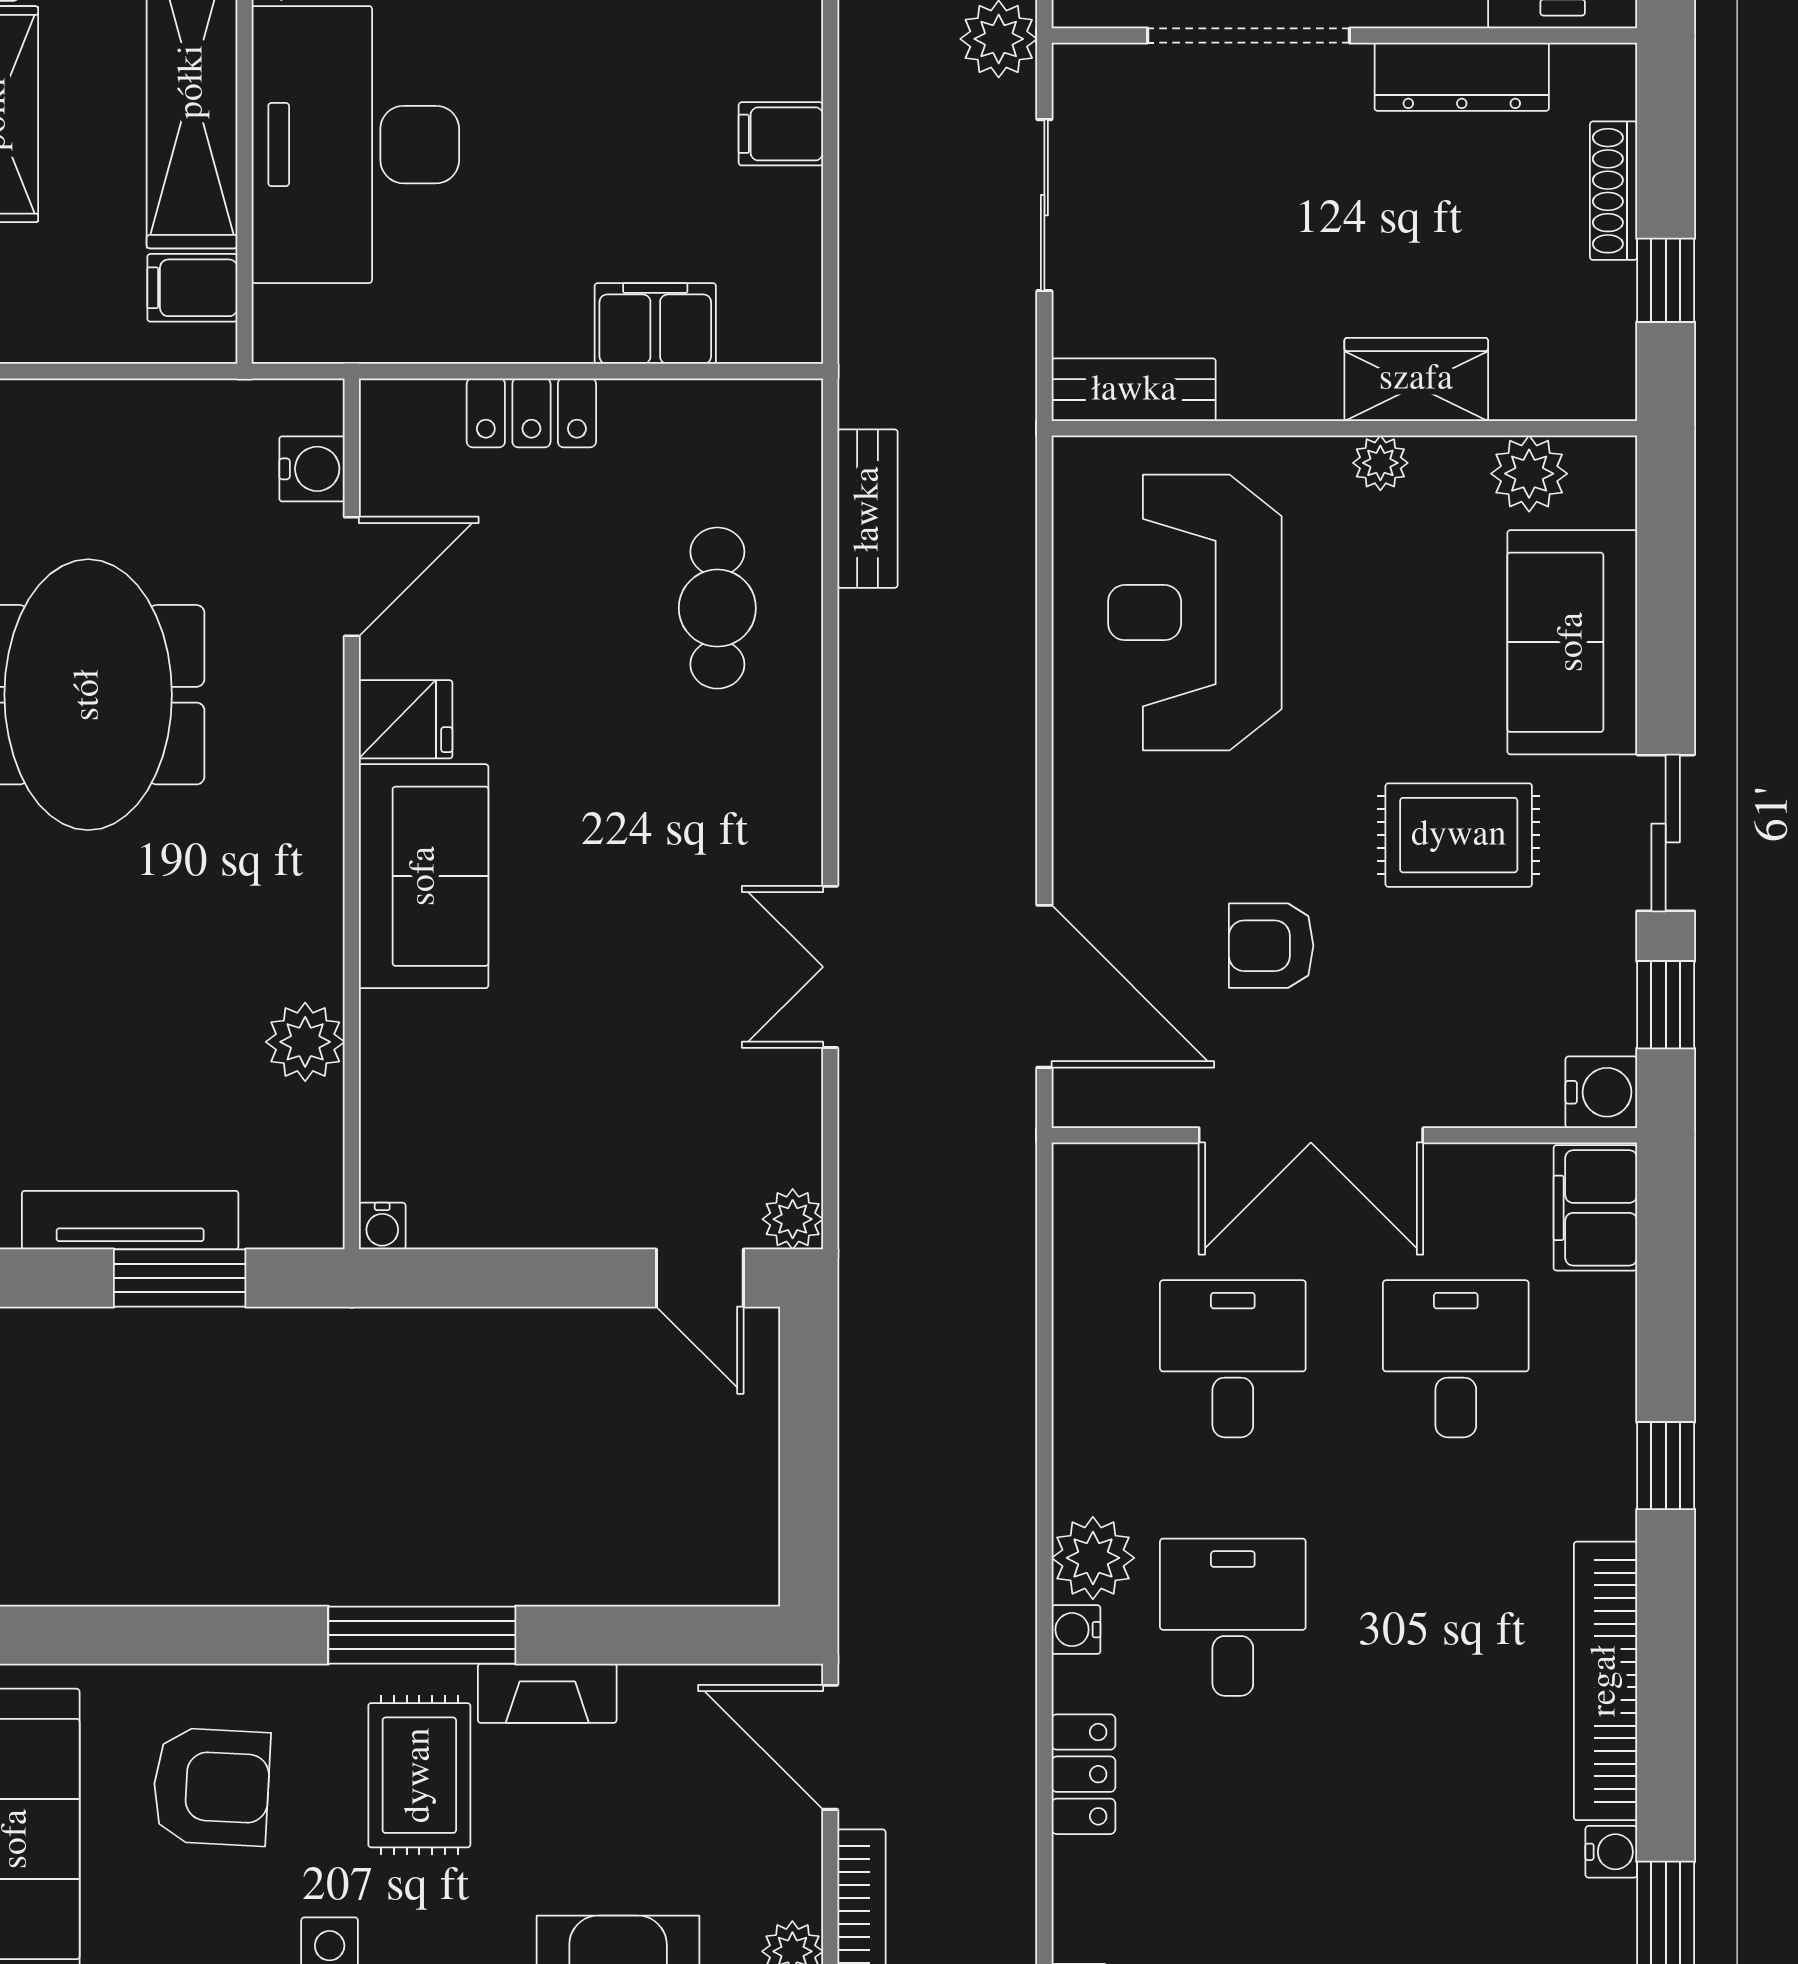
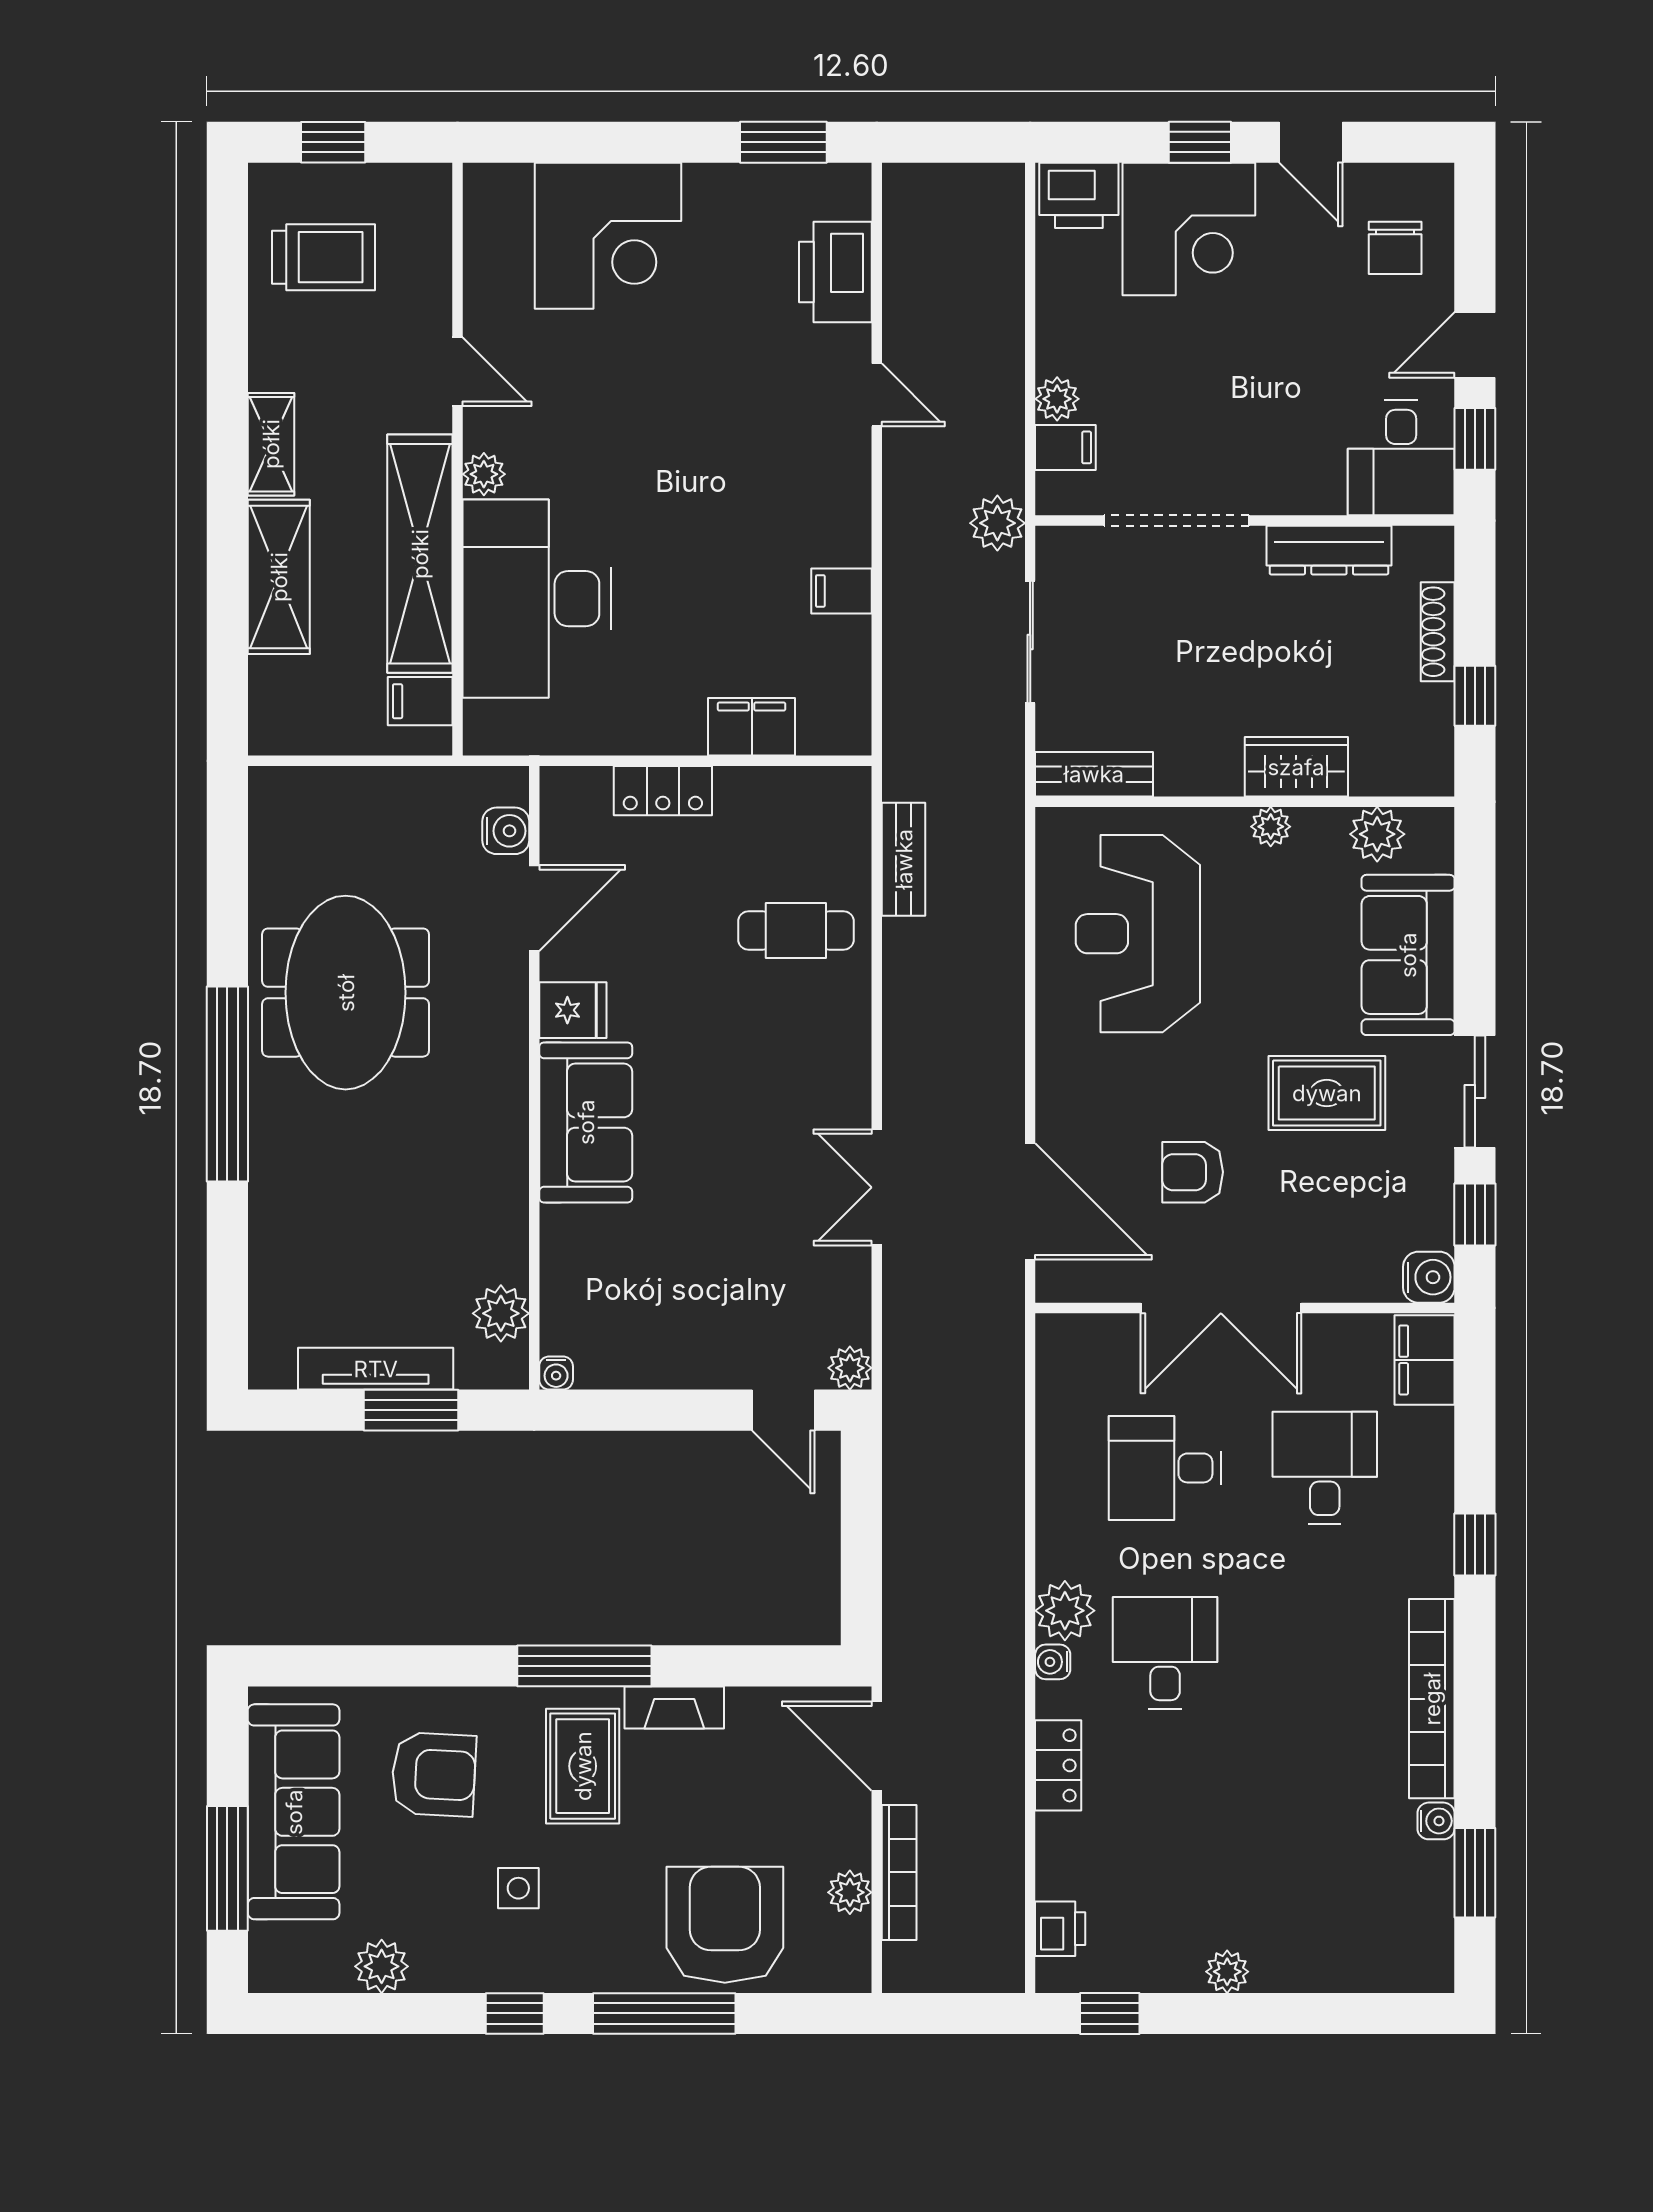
cafe table: (717, 608) -> (796, 930), turned 90
plant: (305, 1042) -> (501, 1313), moved
desk: (1233, 1359) -> (1165, 1468), turned -90

